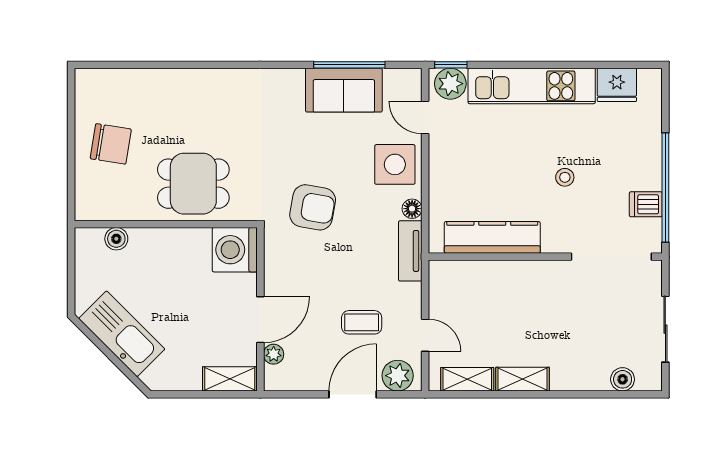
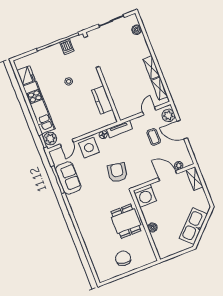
kitchen counter: (492, 237) -> (102, 100), width x0.67
boiler: (116, 239) -> (152, 227), moved

